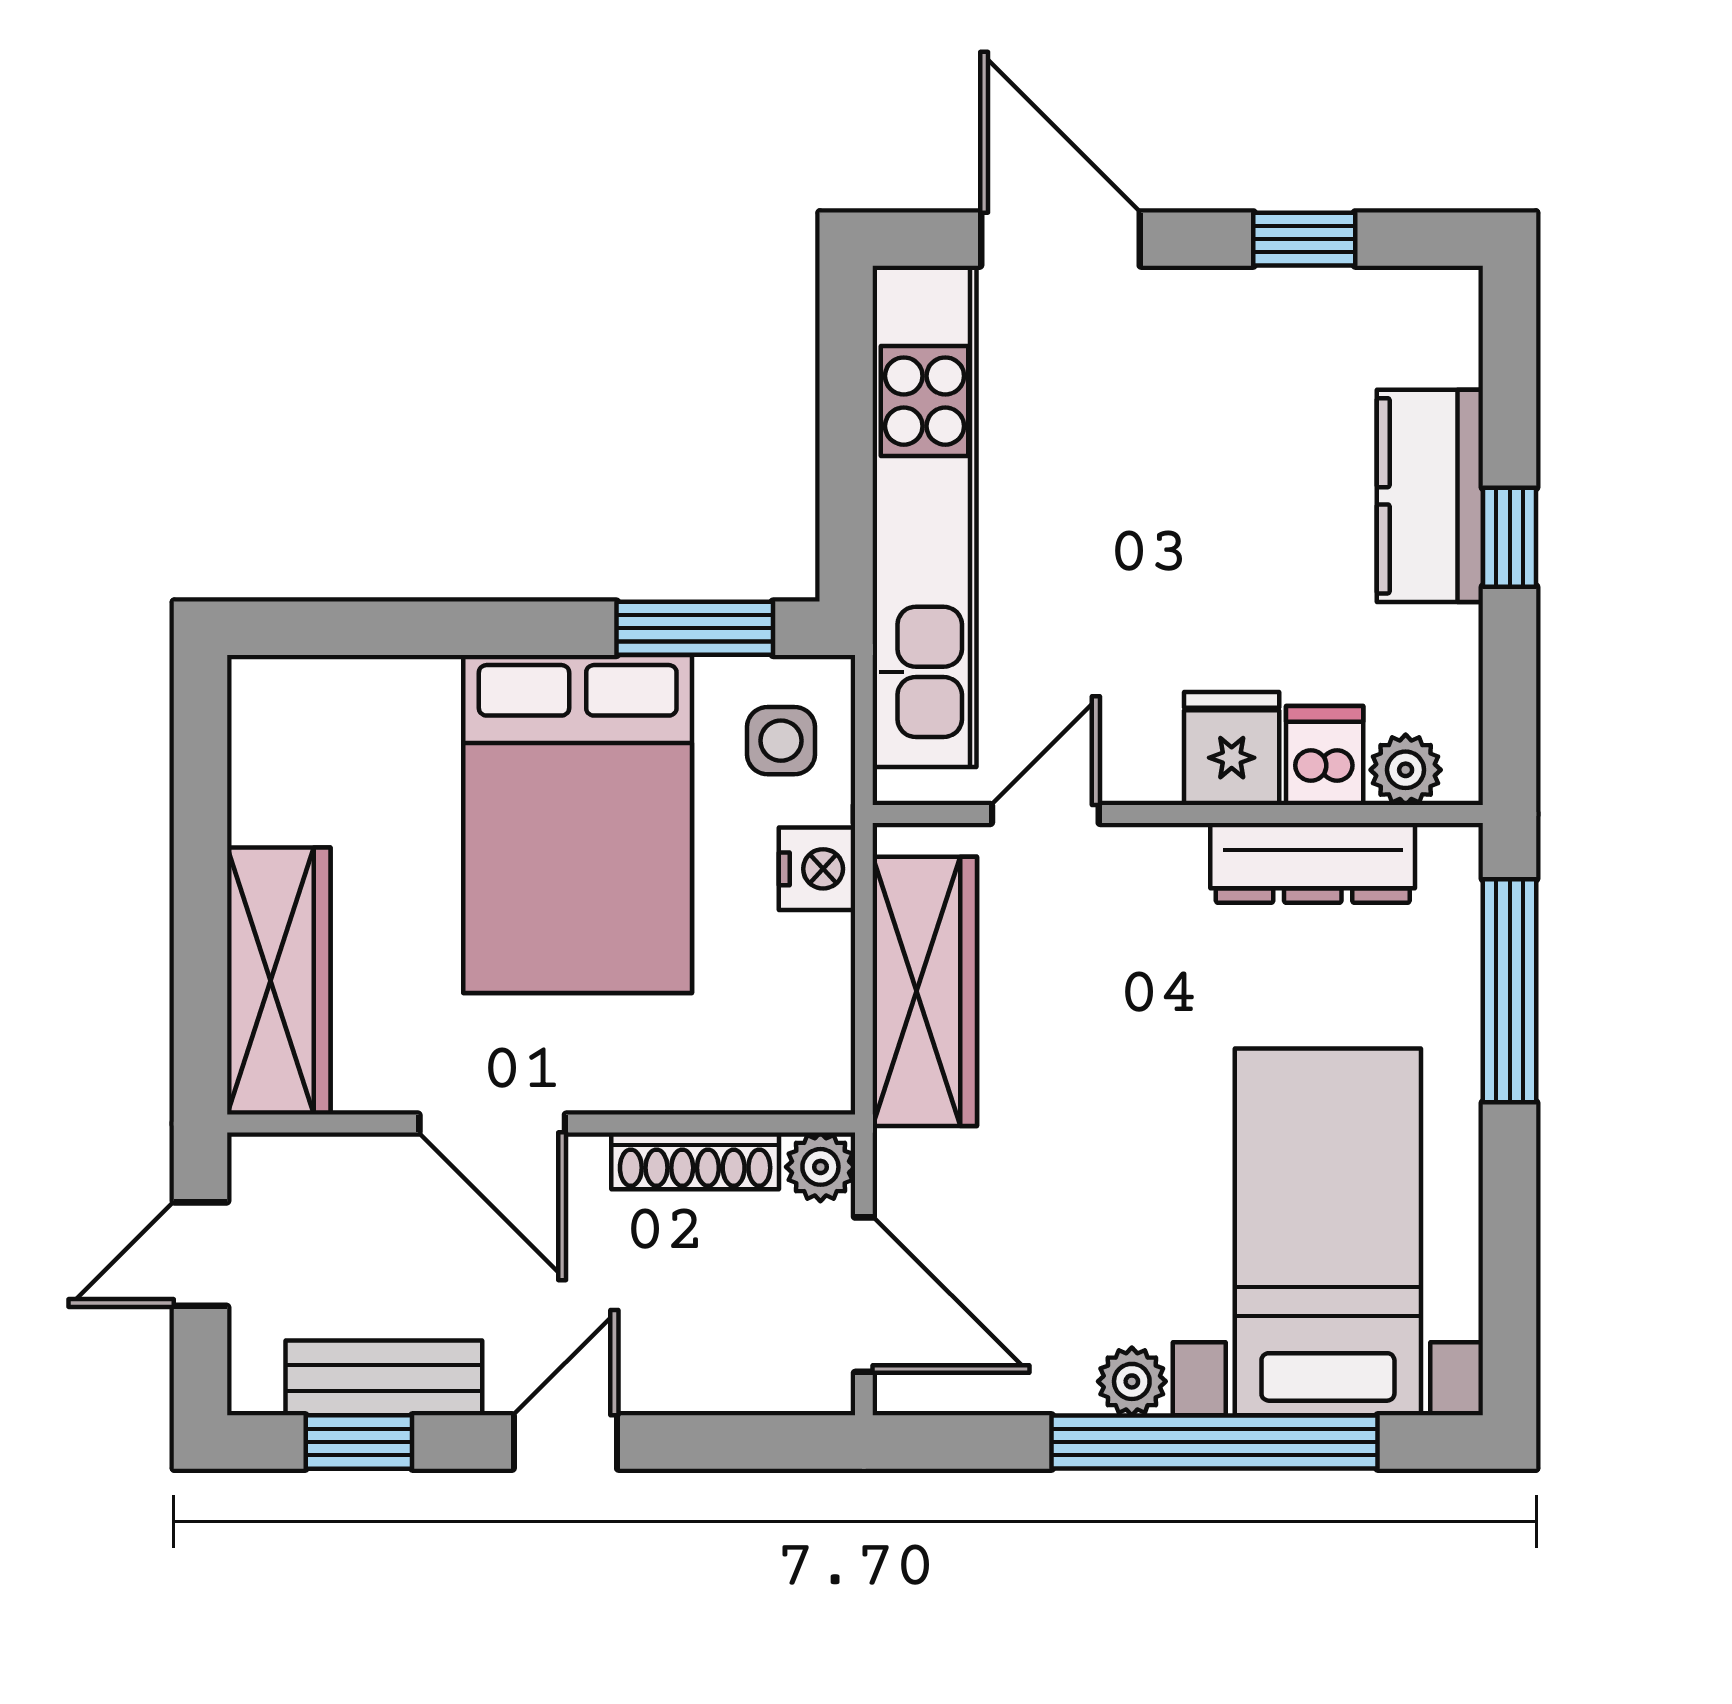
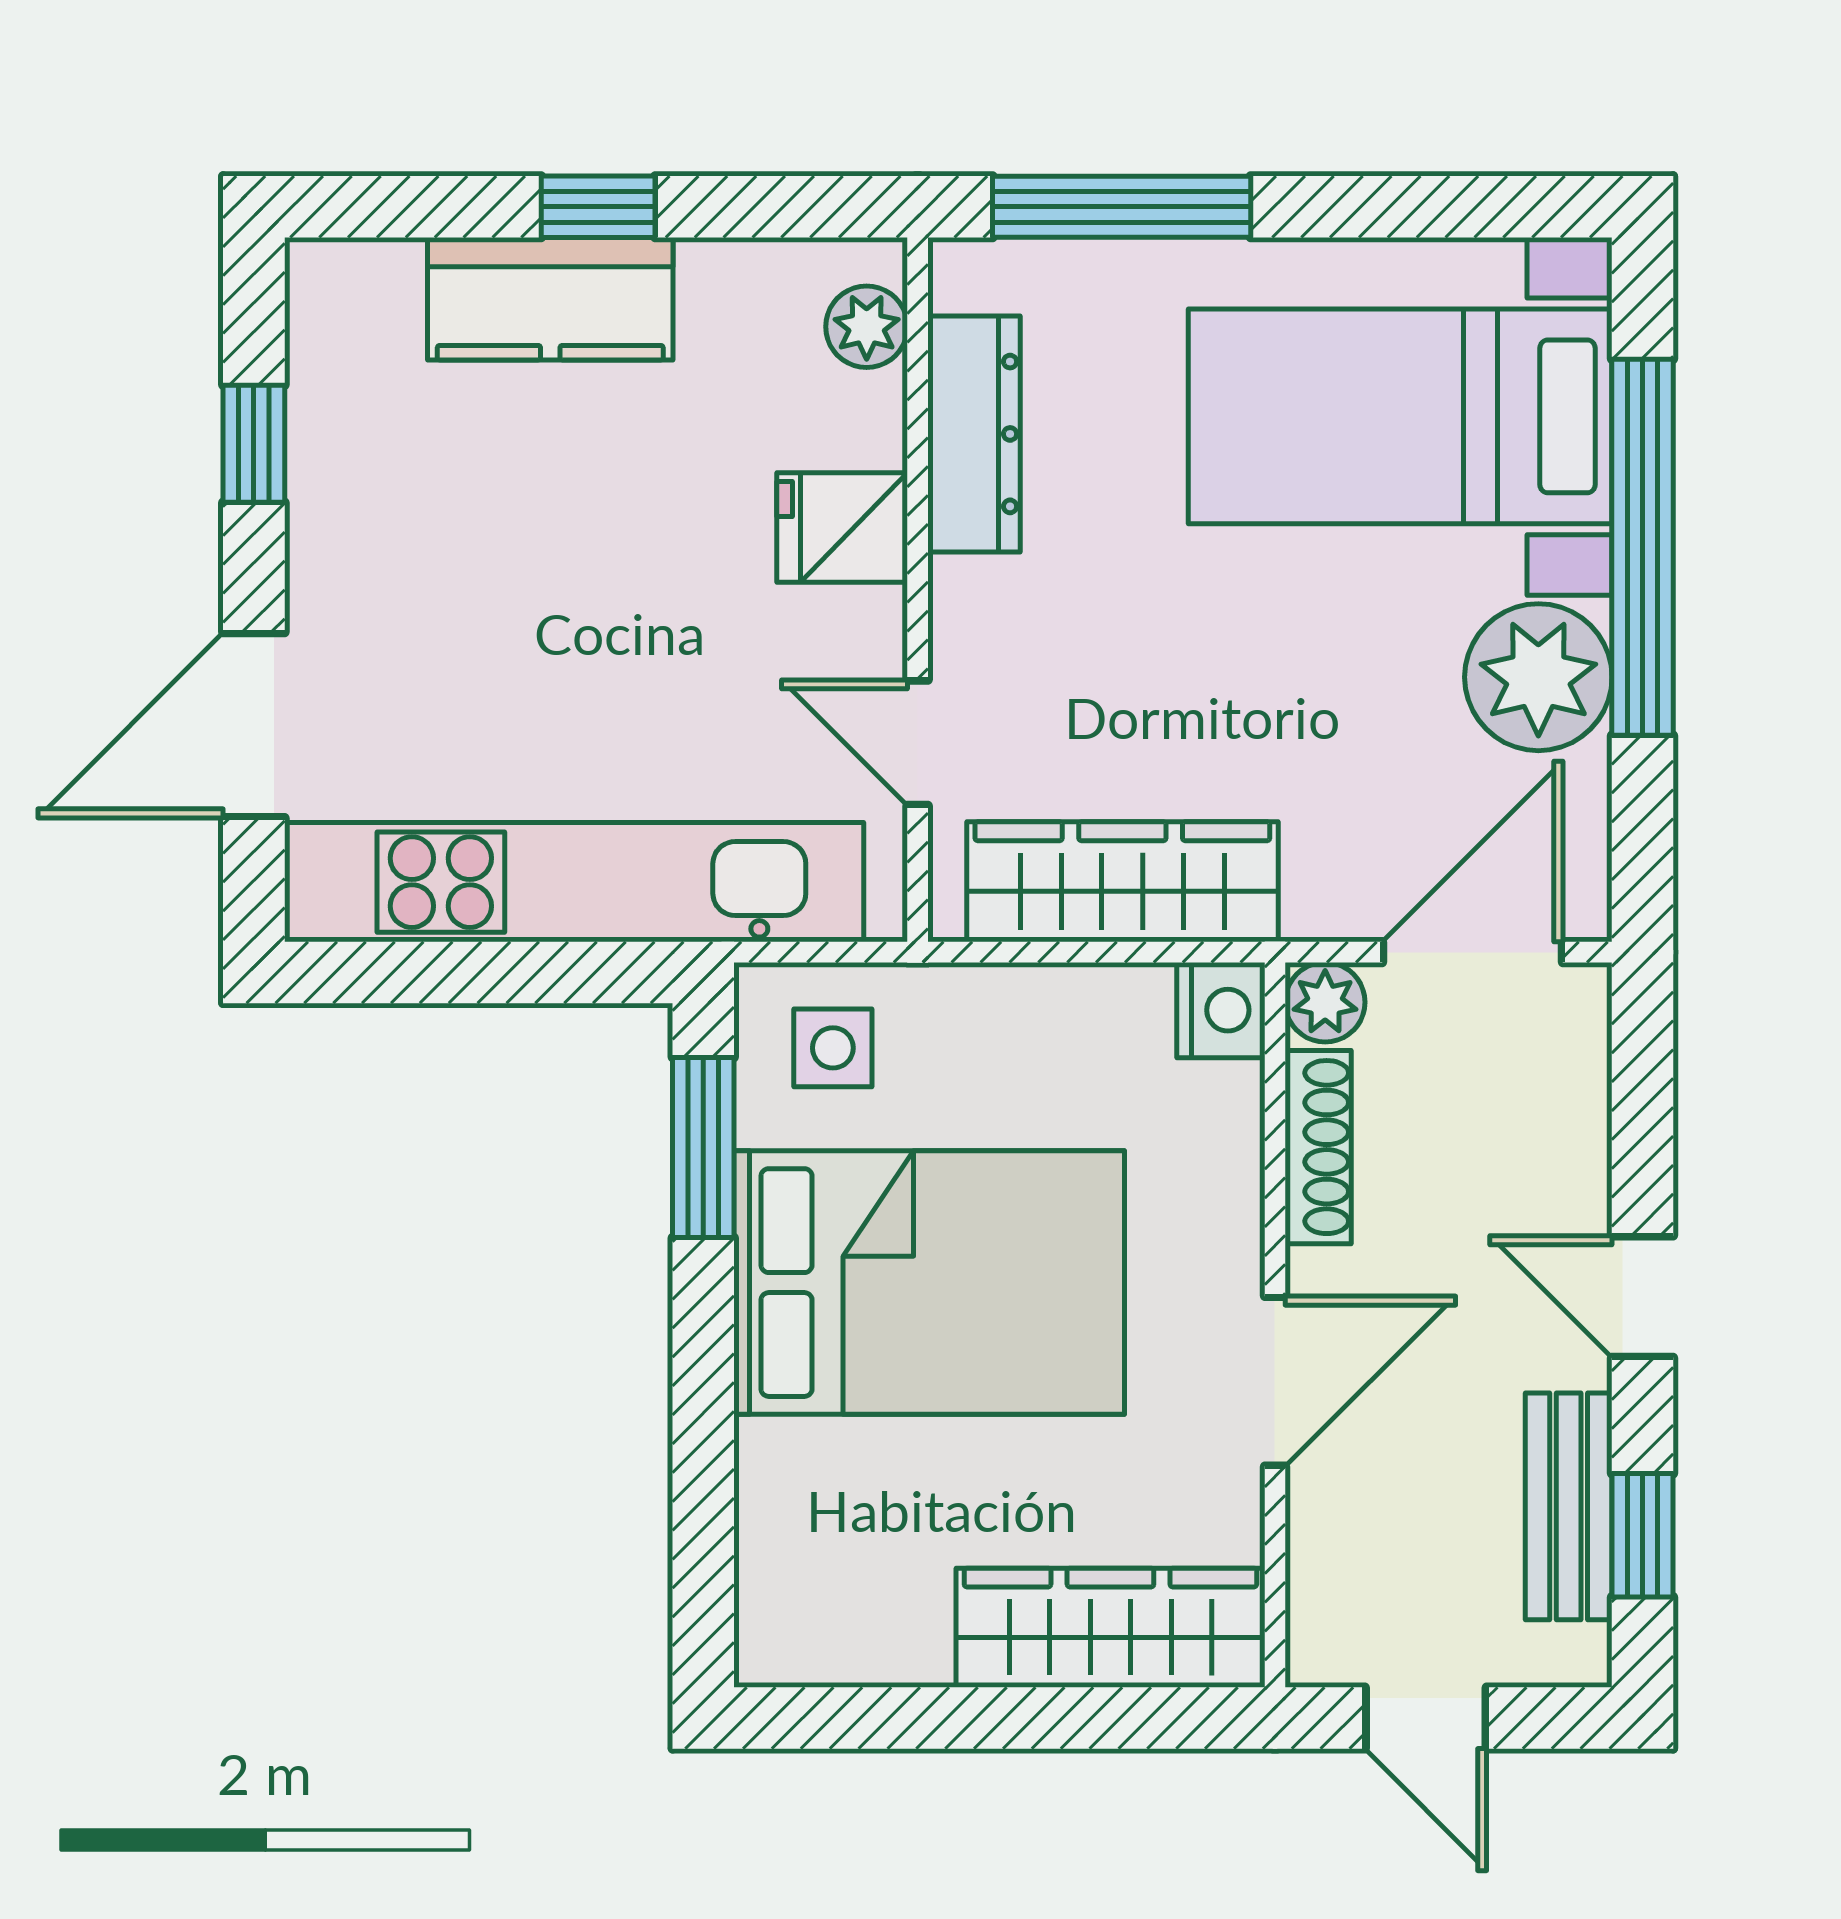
dishwasher: (1325, 756) -> (850, 420), removed
nightstand: (817, 869) -> (1221, 1010), moved, turned 90
plant: (1132, 1381) -> (1538, 677), width x1.88, depth x1.88

